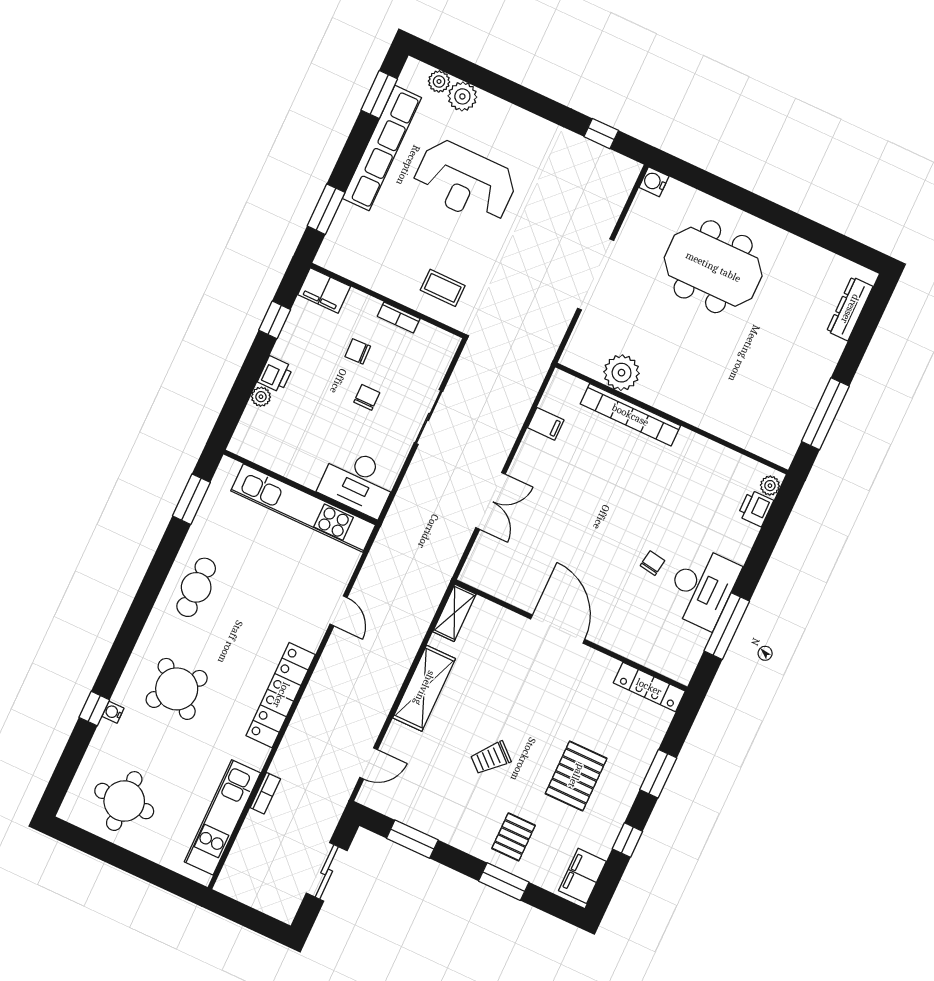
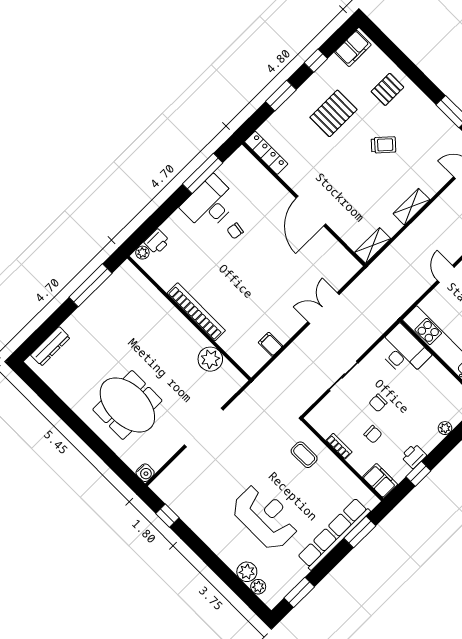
row of seats: (382, 148) -> (334, 534), moved
printer: (275, 374) -> (414, 456), moved
bookcase: (630, 415) -> (196, 312), moved
shelving: (424, 688) -> (411, 207), width x0.67, depth x0.75
window: (504, 882) -> (404, 63), removed

